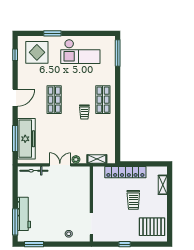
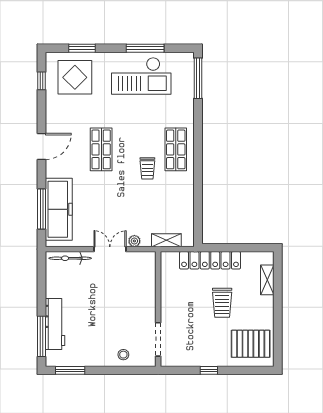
window: (52, 33) -> (82, 48), moved
window: (83, 33) -> (145, 48), added

